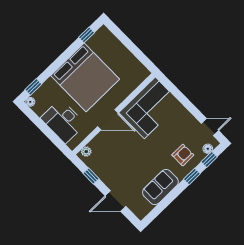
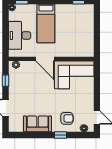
bed: (85, 77) -> (46, 23), width x0.49
window: (209, 159) -> (79, 135), removed

